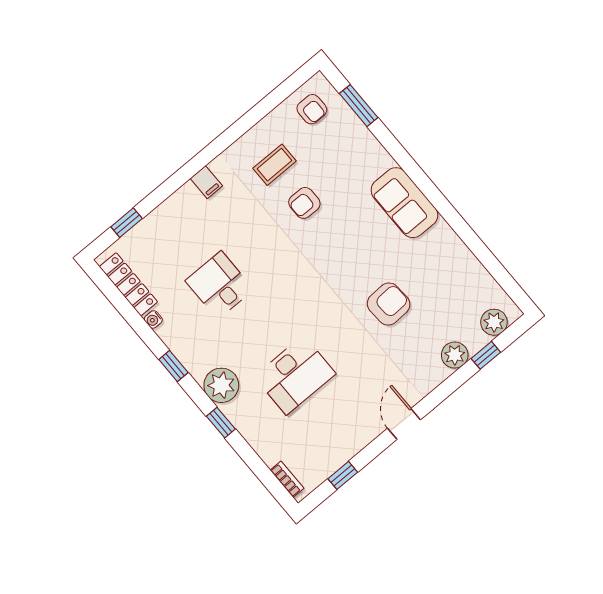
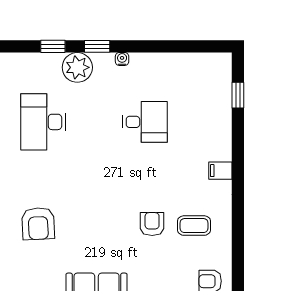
coffee table: (275, 165) -> (194, 226), turned 90
locker: (128, 284) -> (196, 62), removed
water cooler: (153, 319) -> (122, 59), moved
window: (173, 366) -> (97, 46), moved

